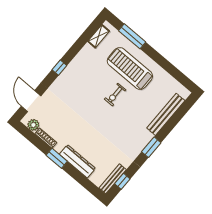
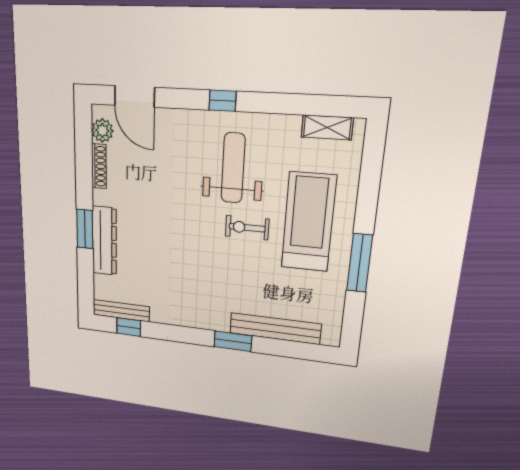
window: (132, 36) -> (360, 263), moved
weight bench: (88, 83) -> (233, 168), added
door: (31, 101) -> (134, 96), swing flipped
window: (151, 147) -> (233, 341), moved
window: (57, 158) -> (85, 229), moved

